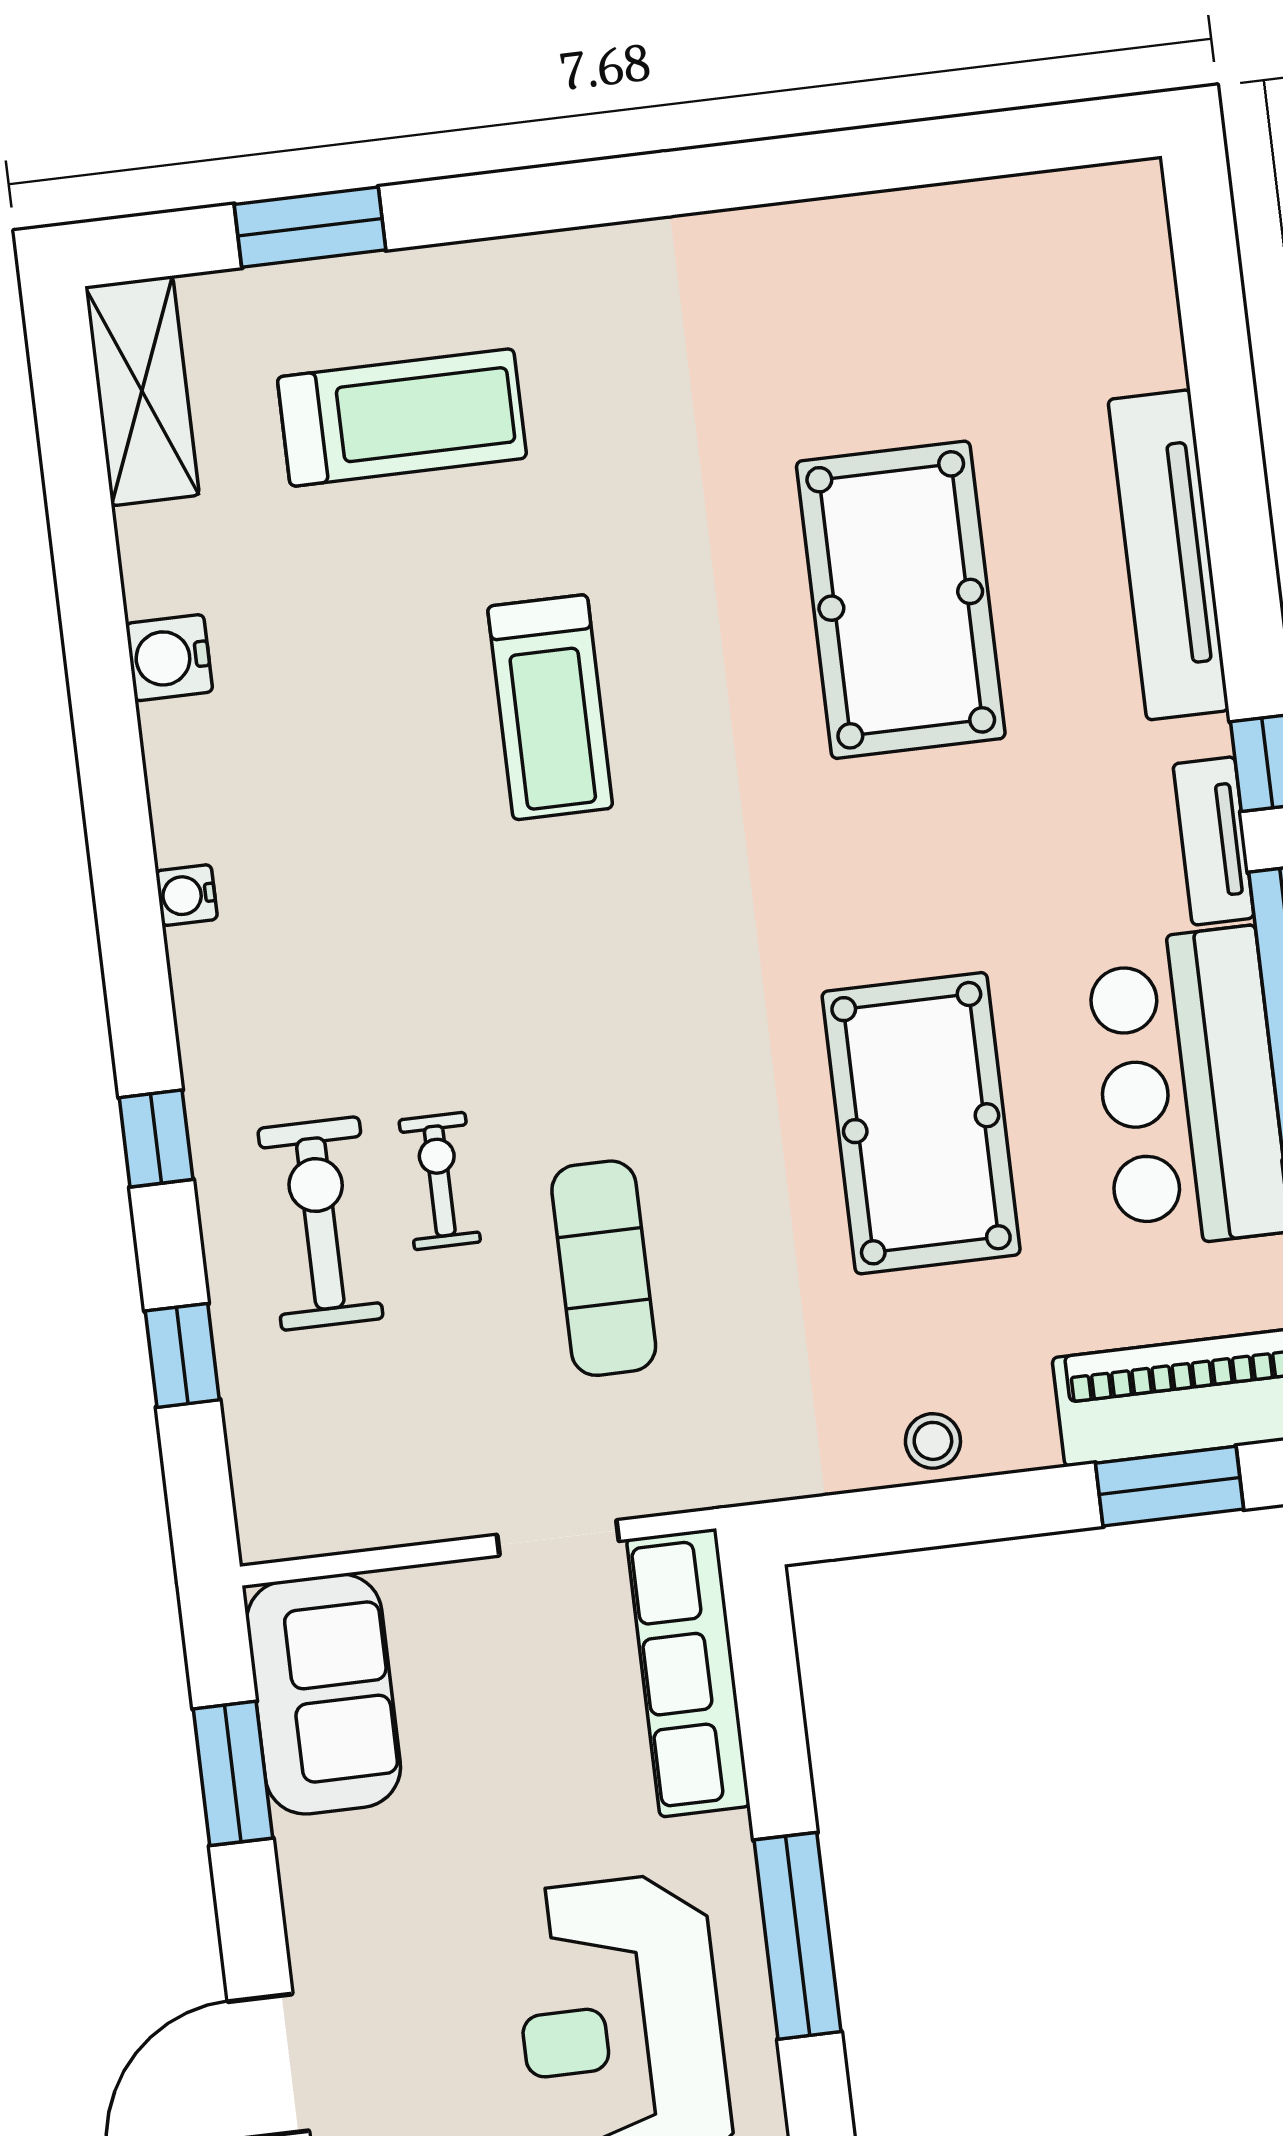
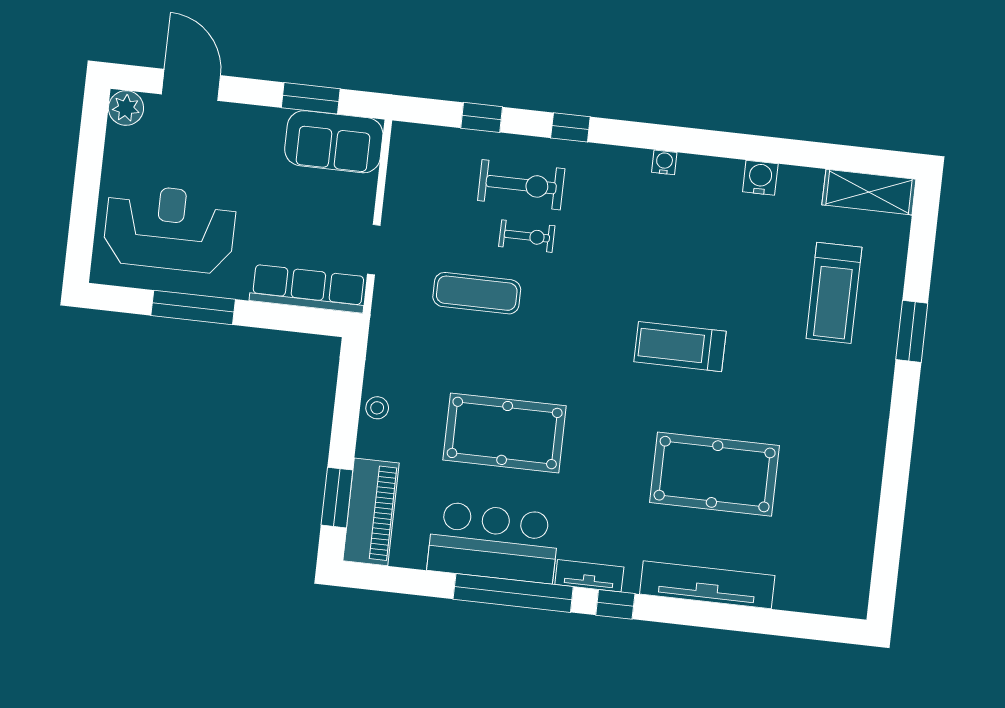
window: (310, 227) -> (912, 331), moved
treadmill: (550, 707) -> (680, 347), moved

